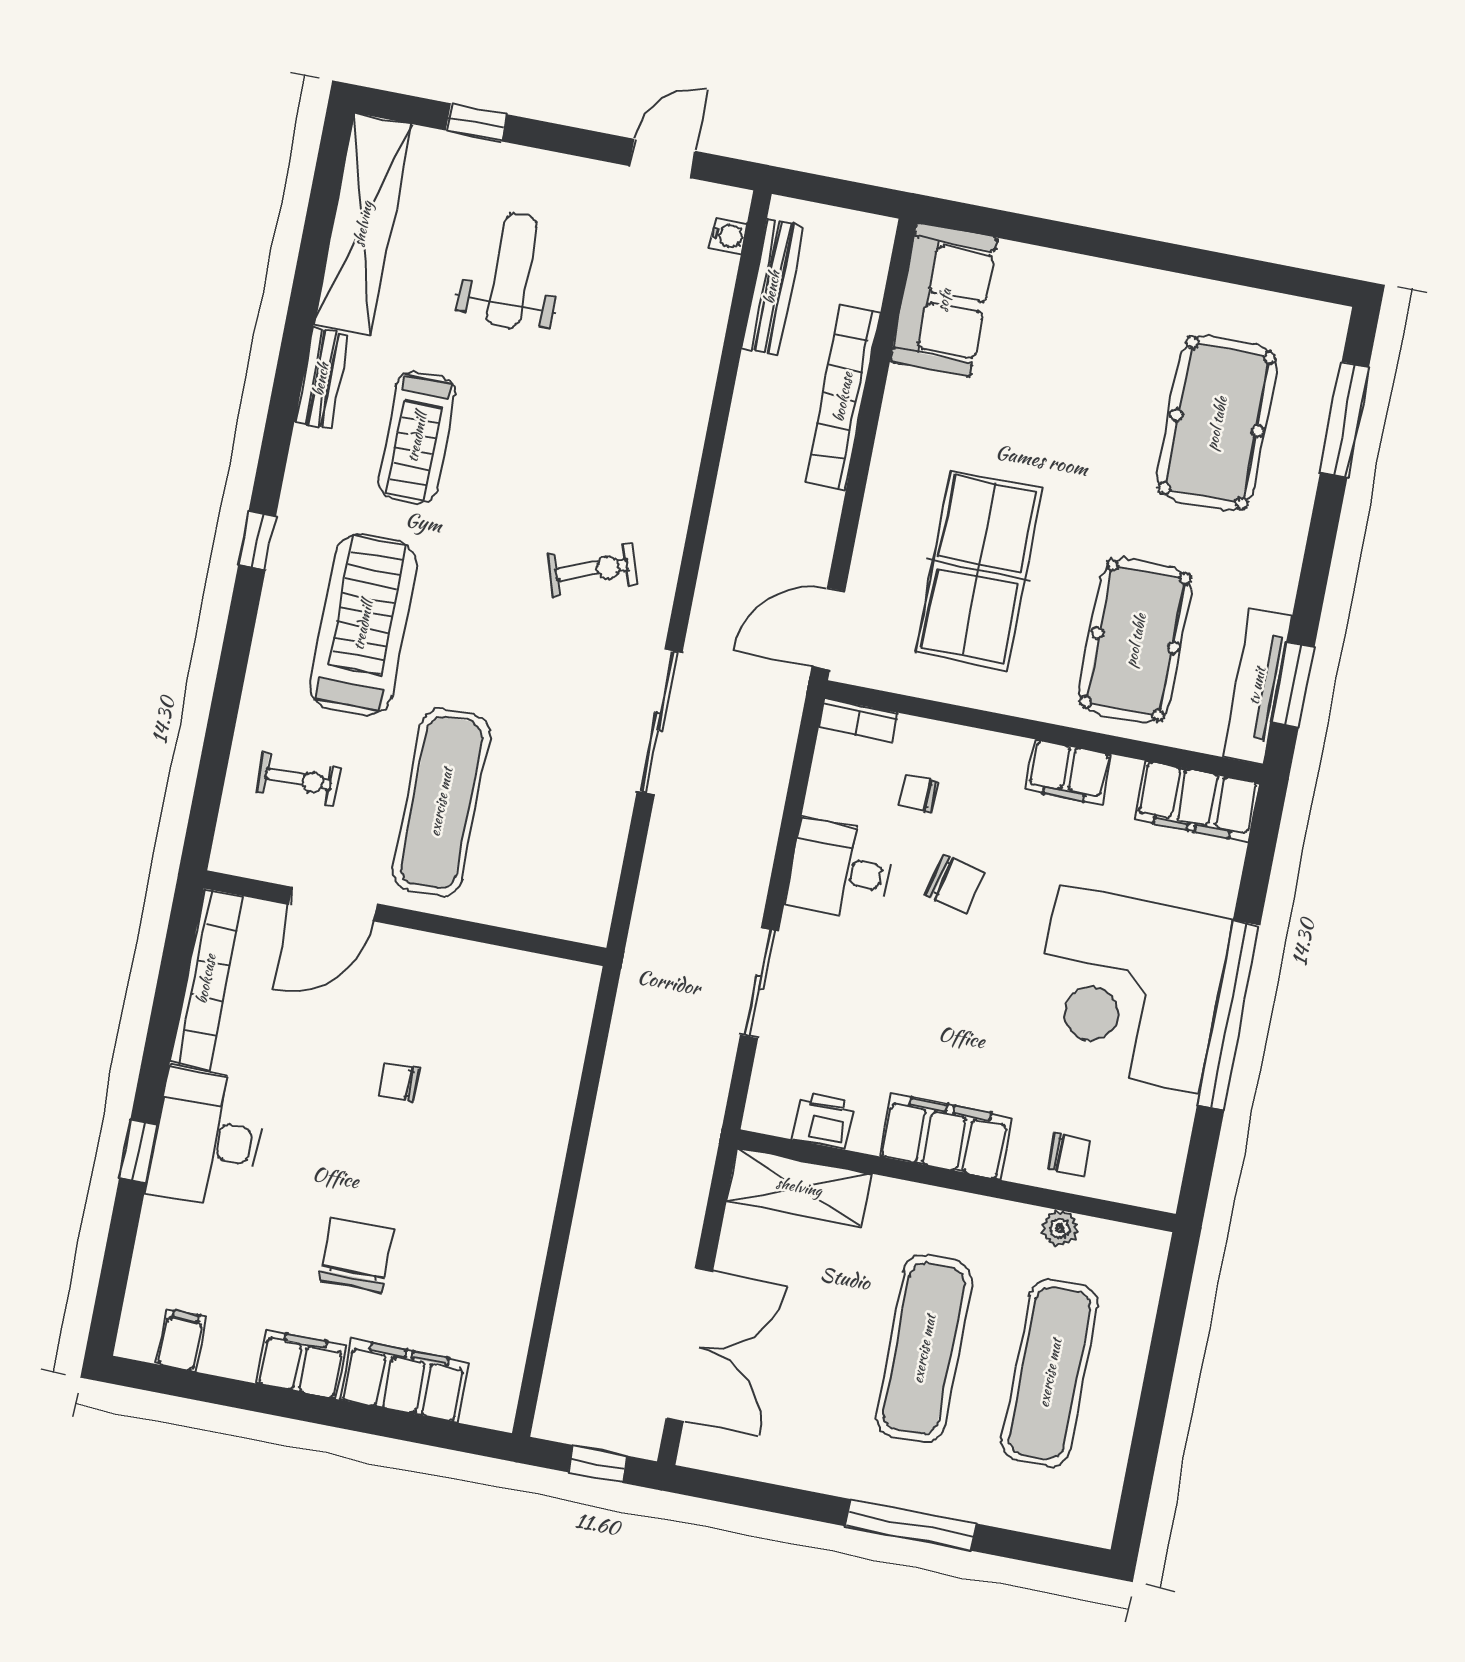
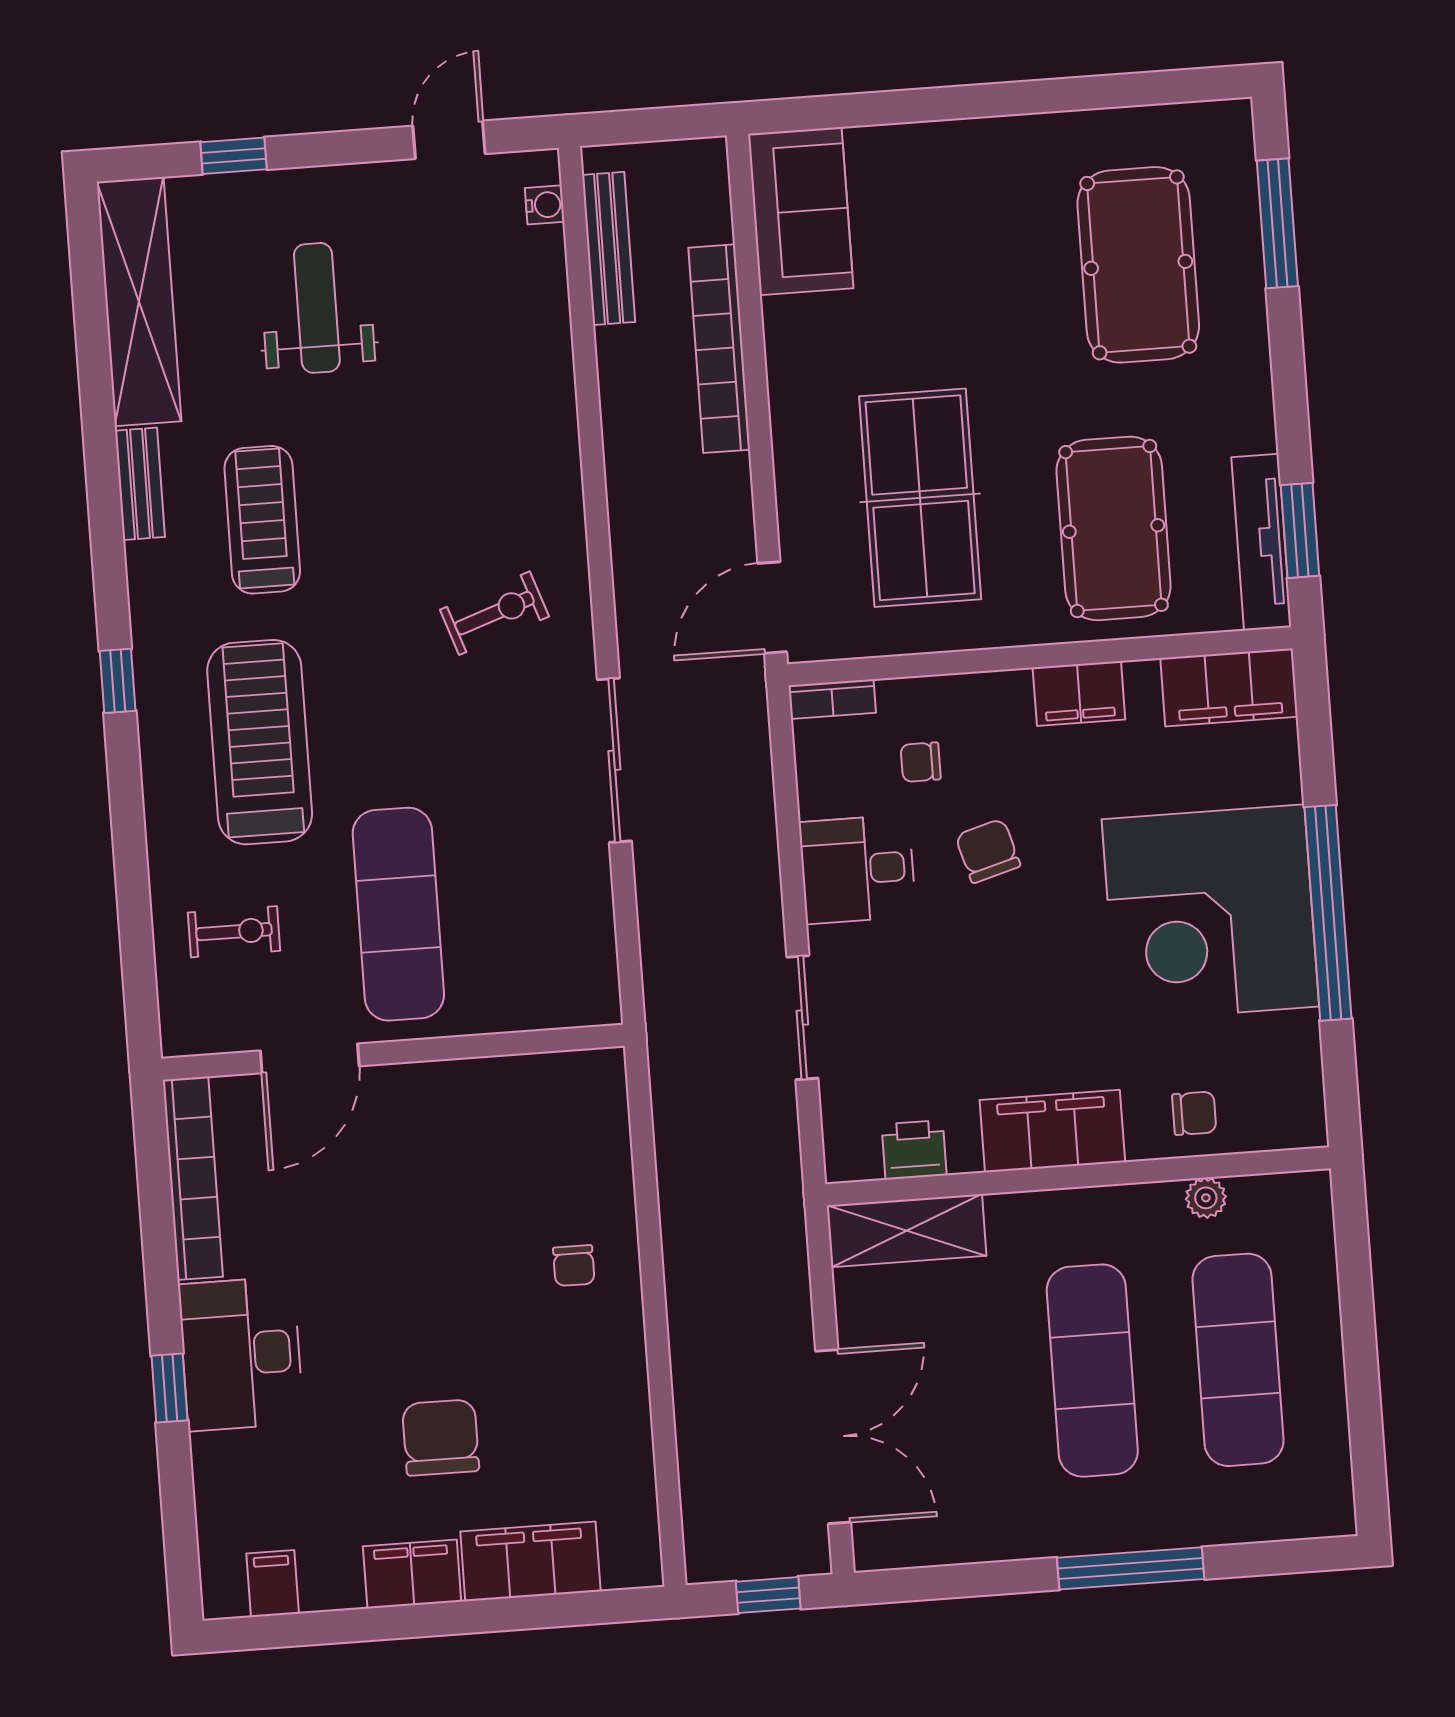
treadmill: (417, 437) -> (262, 520), turned 180
chair: (955, 884) -> (988, 851), turned -120
chair: (399, 1082) -> (574, 1266), moved, turned -90

